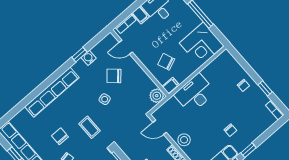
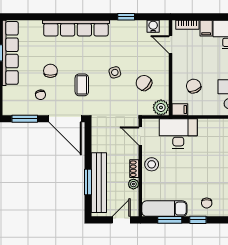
water cooler: (89, 58) -> (153, 26), moved
chair: (114, 76) -> (144, 83), moved
desk: (195, 94) -> (178, 133), moved
chair: (230, 130) -> (207, 203), moved

